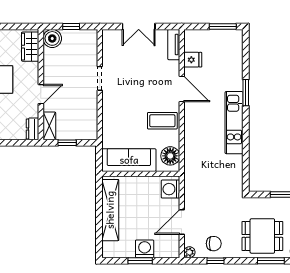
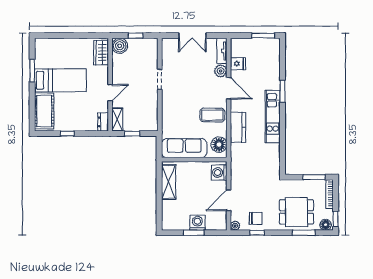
plant: (172, 68) -> (221, 71), added
kitchen counter: (193, 135) -> (238, 127), added
shelving: (110, 210) -> (169, 182), width x0.68

